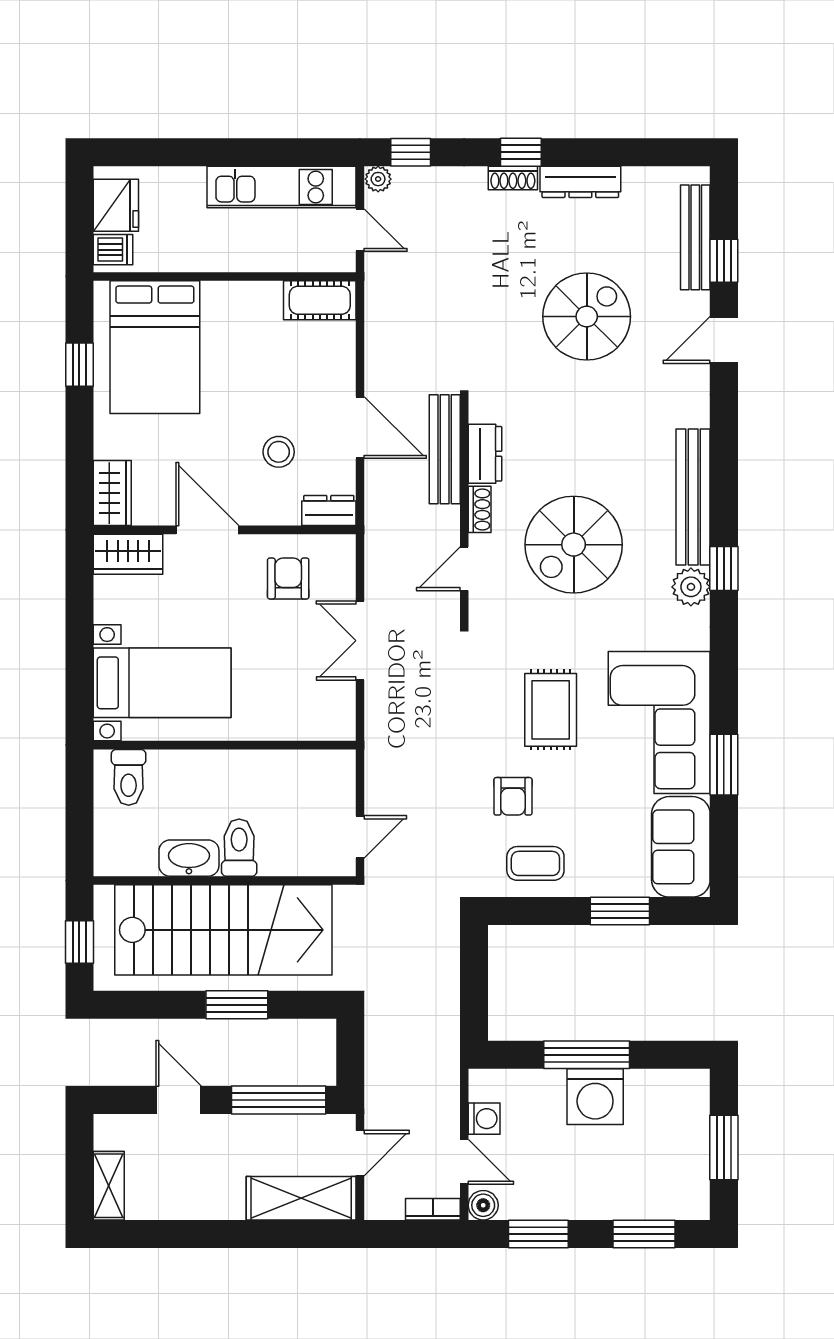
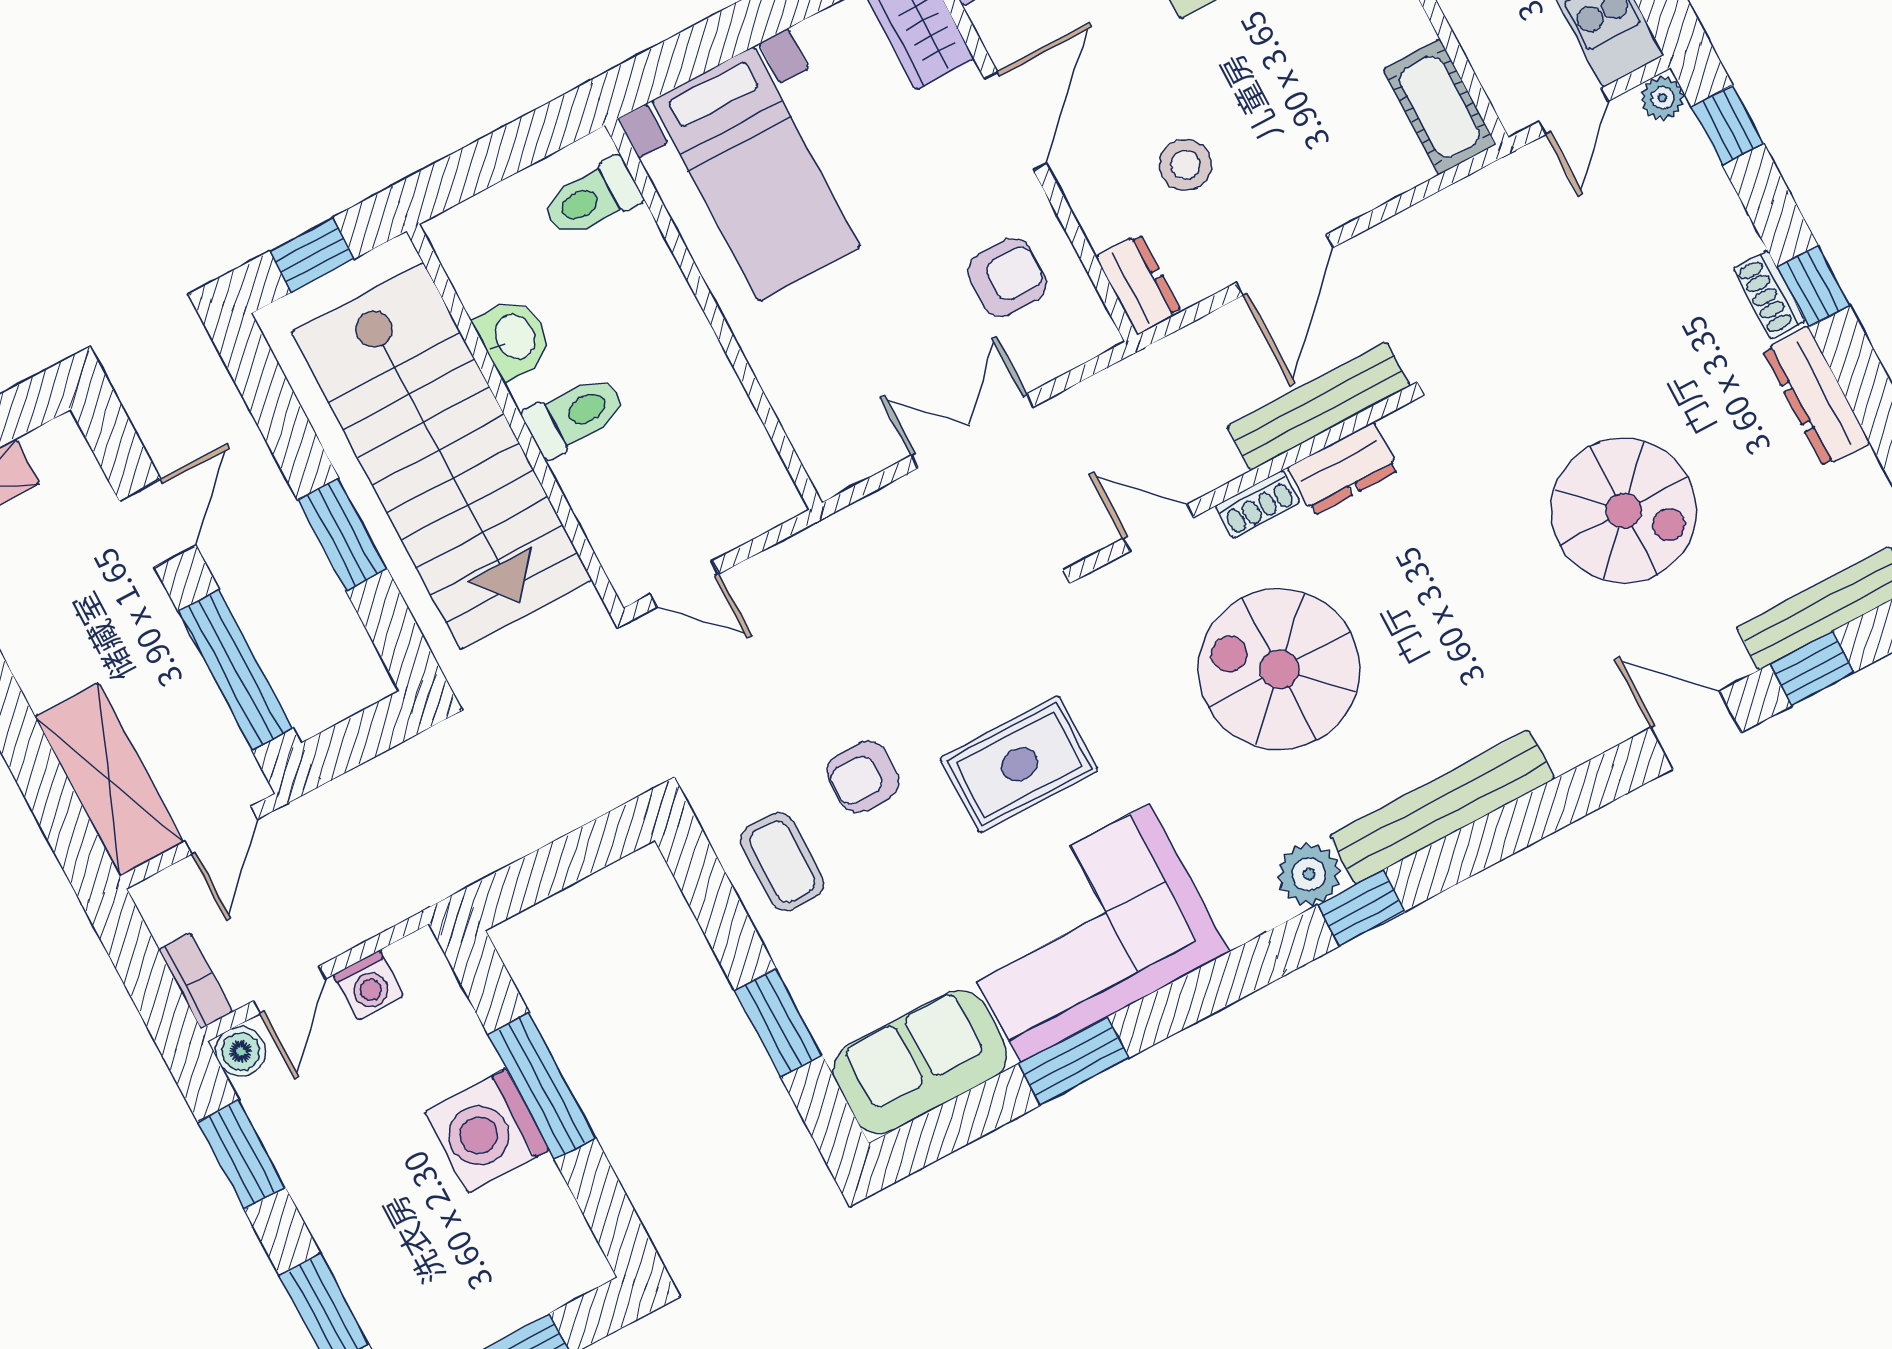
washbasin: (189, 858) -> (514, 338), width x0.72
door: (360, 1153) -> (221, 830), hinge flipped

